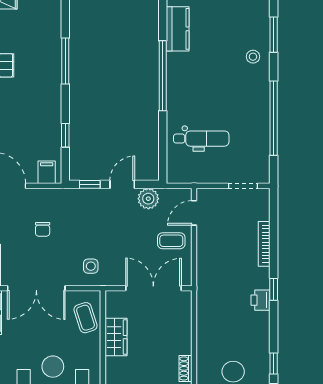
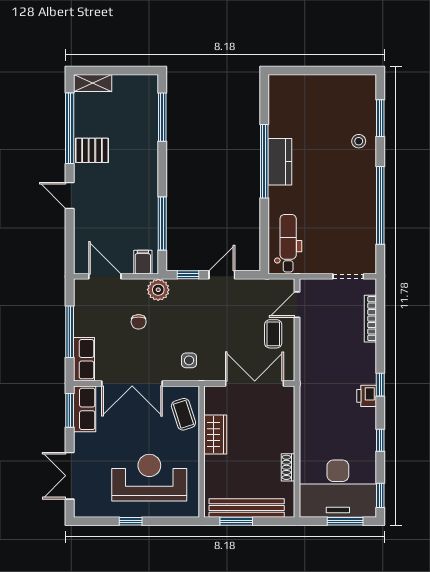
kitchen counter: (178, 29) -> (280, 162), moved
window: (65, 61) -> (162, 117), moved
window: (65, 135) -> (162, 223), width x2.17
dental chair: (201, 139) -> (288, 243), moved, turned -90
plant: (148, 199) -> (158, 290), moved
coffee table: (171, 241) -> (273, 334), turned 90
bookcase: (264, 244) -> (370, 319), moved
window: (274, 364) -> (380, 440), moved

